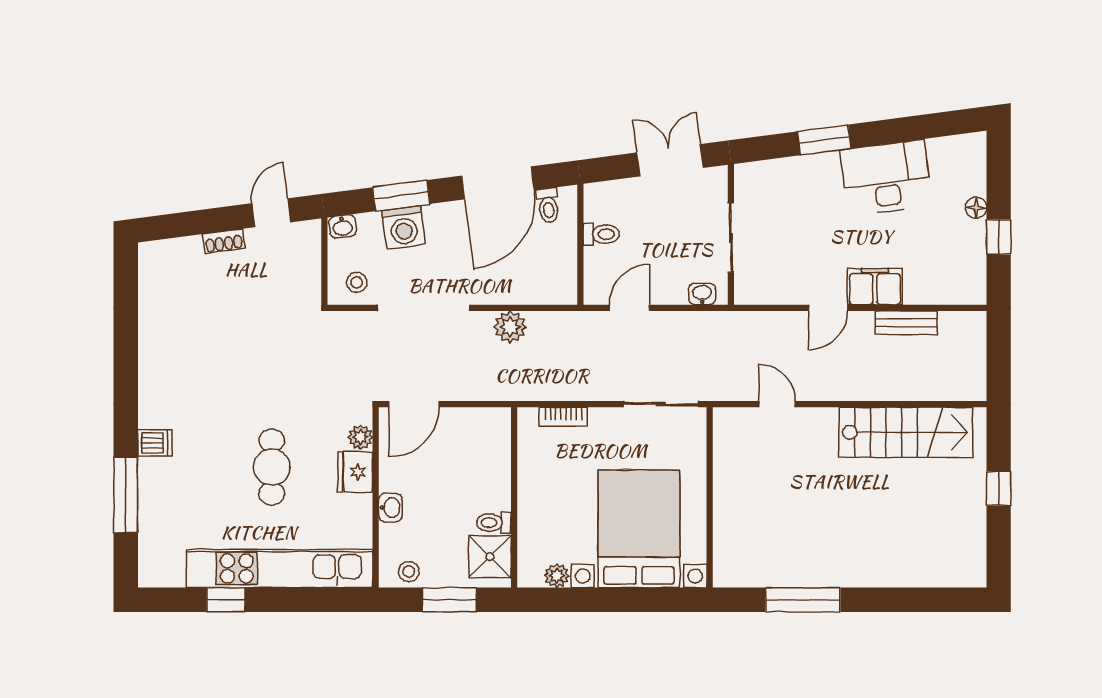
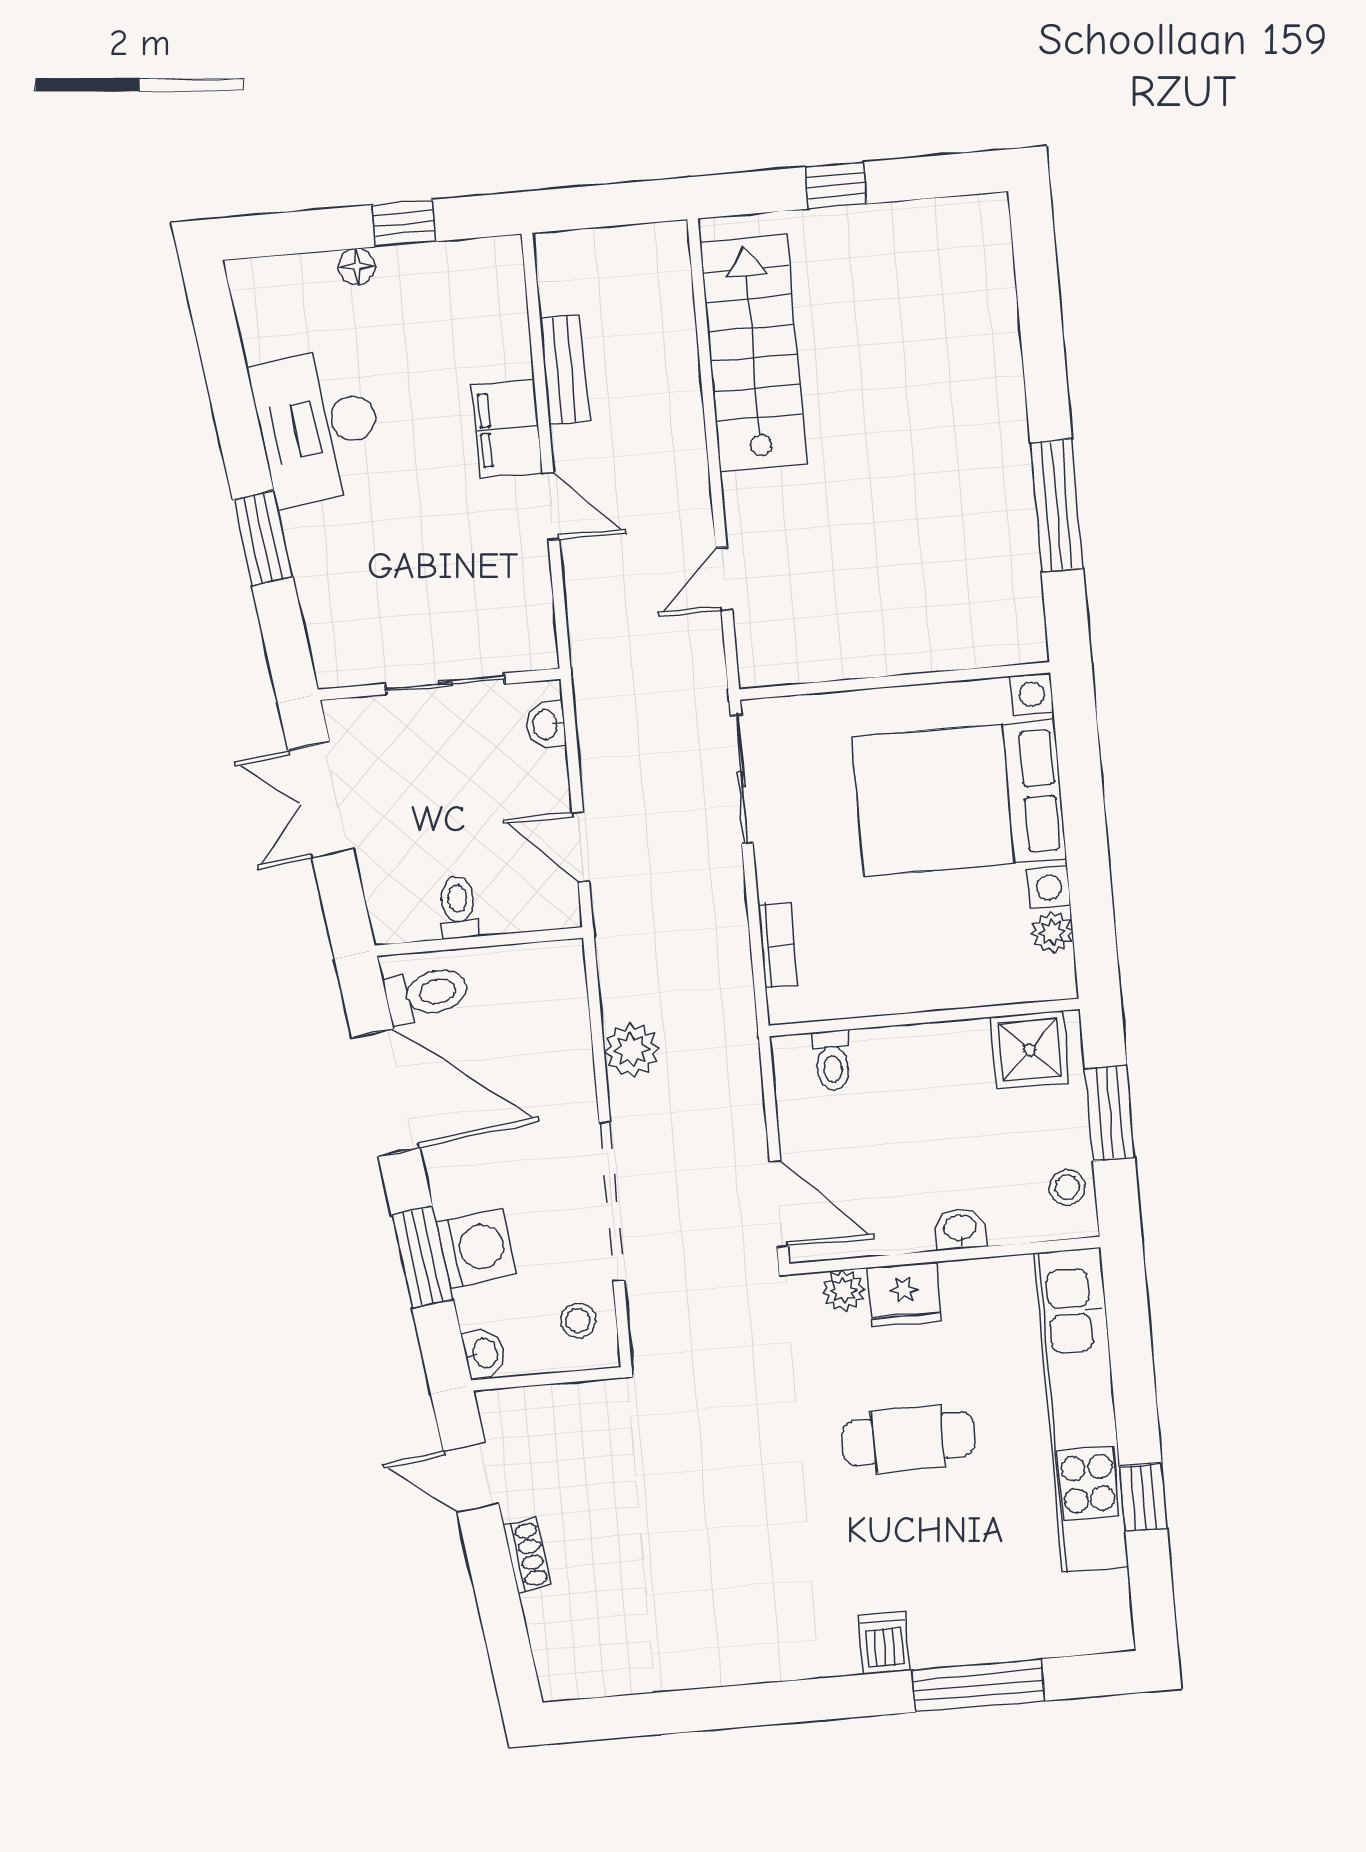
toilet: (548, 205) -> (426, 994), width x1.37, depth x1.39
toilet: (494, 523) -> (832, 1060), moved

